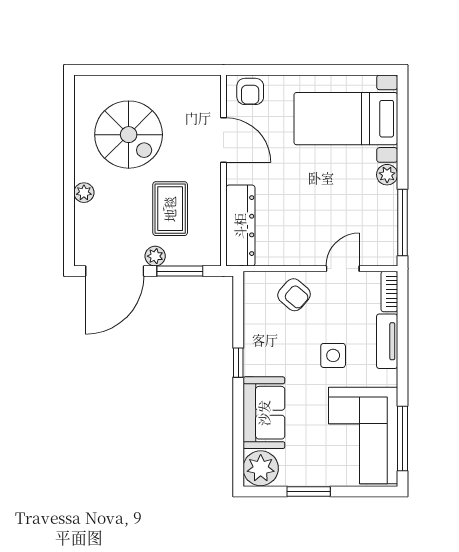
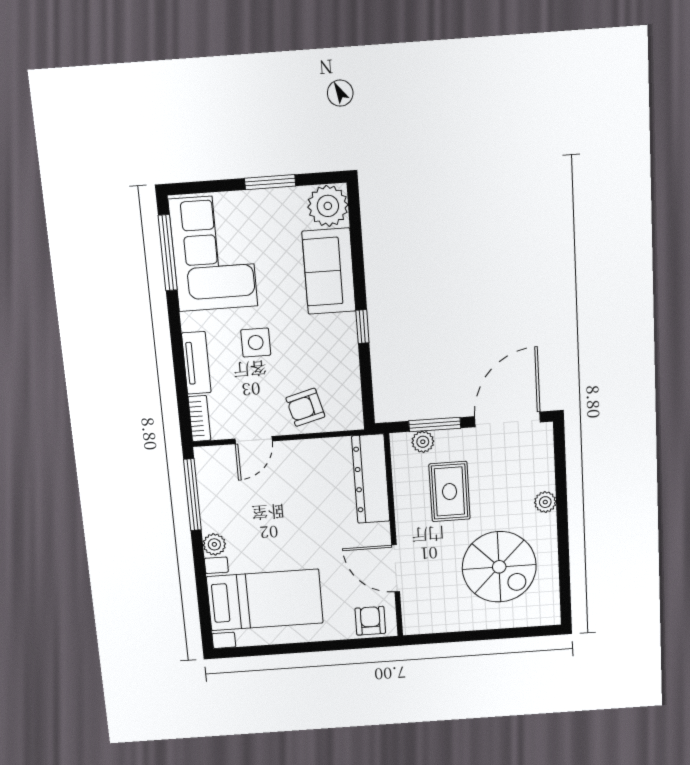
spiral stairs: (129, 135) -> (499, 567), turned 180
plant: (155, 256) -> (423, 442), moved
armchair: (294, 295) -> (305, 407), turned -56

